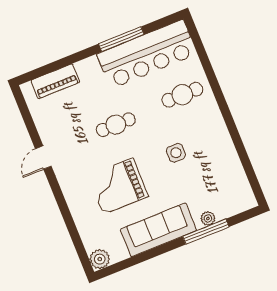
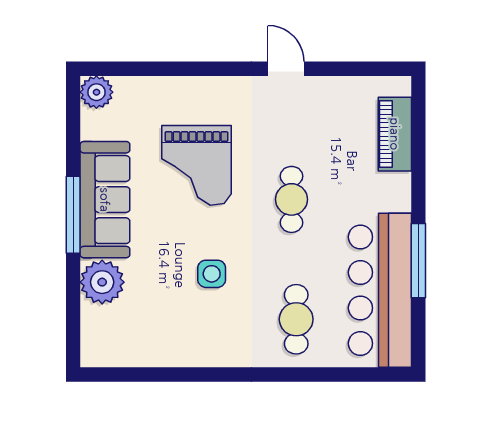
grand piano: (118, 186) -> (197, 165), turned 180
plant: (208, 218) -> (102, 282), width x1.88, depth x1.88
window: (206, 232) -> (73, 215), moved

